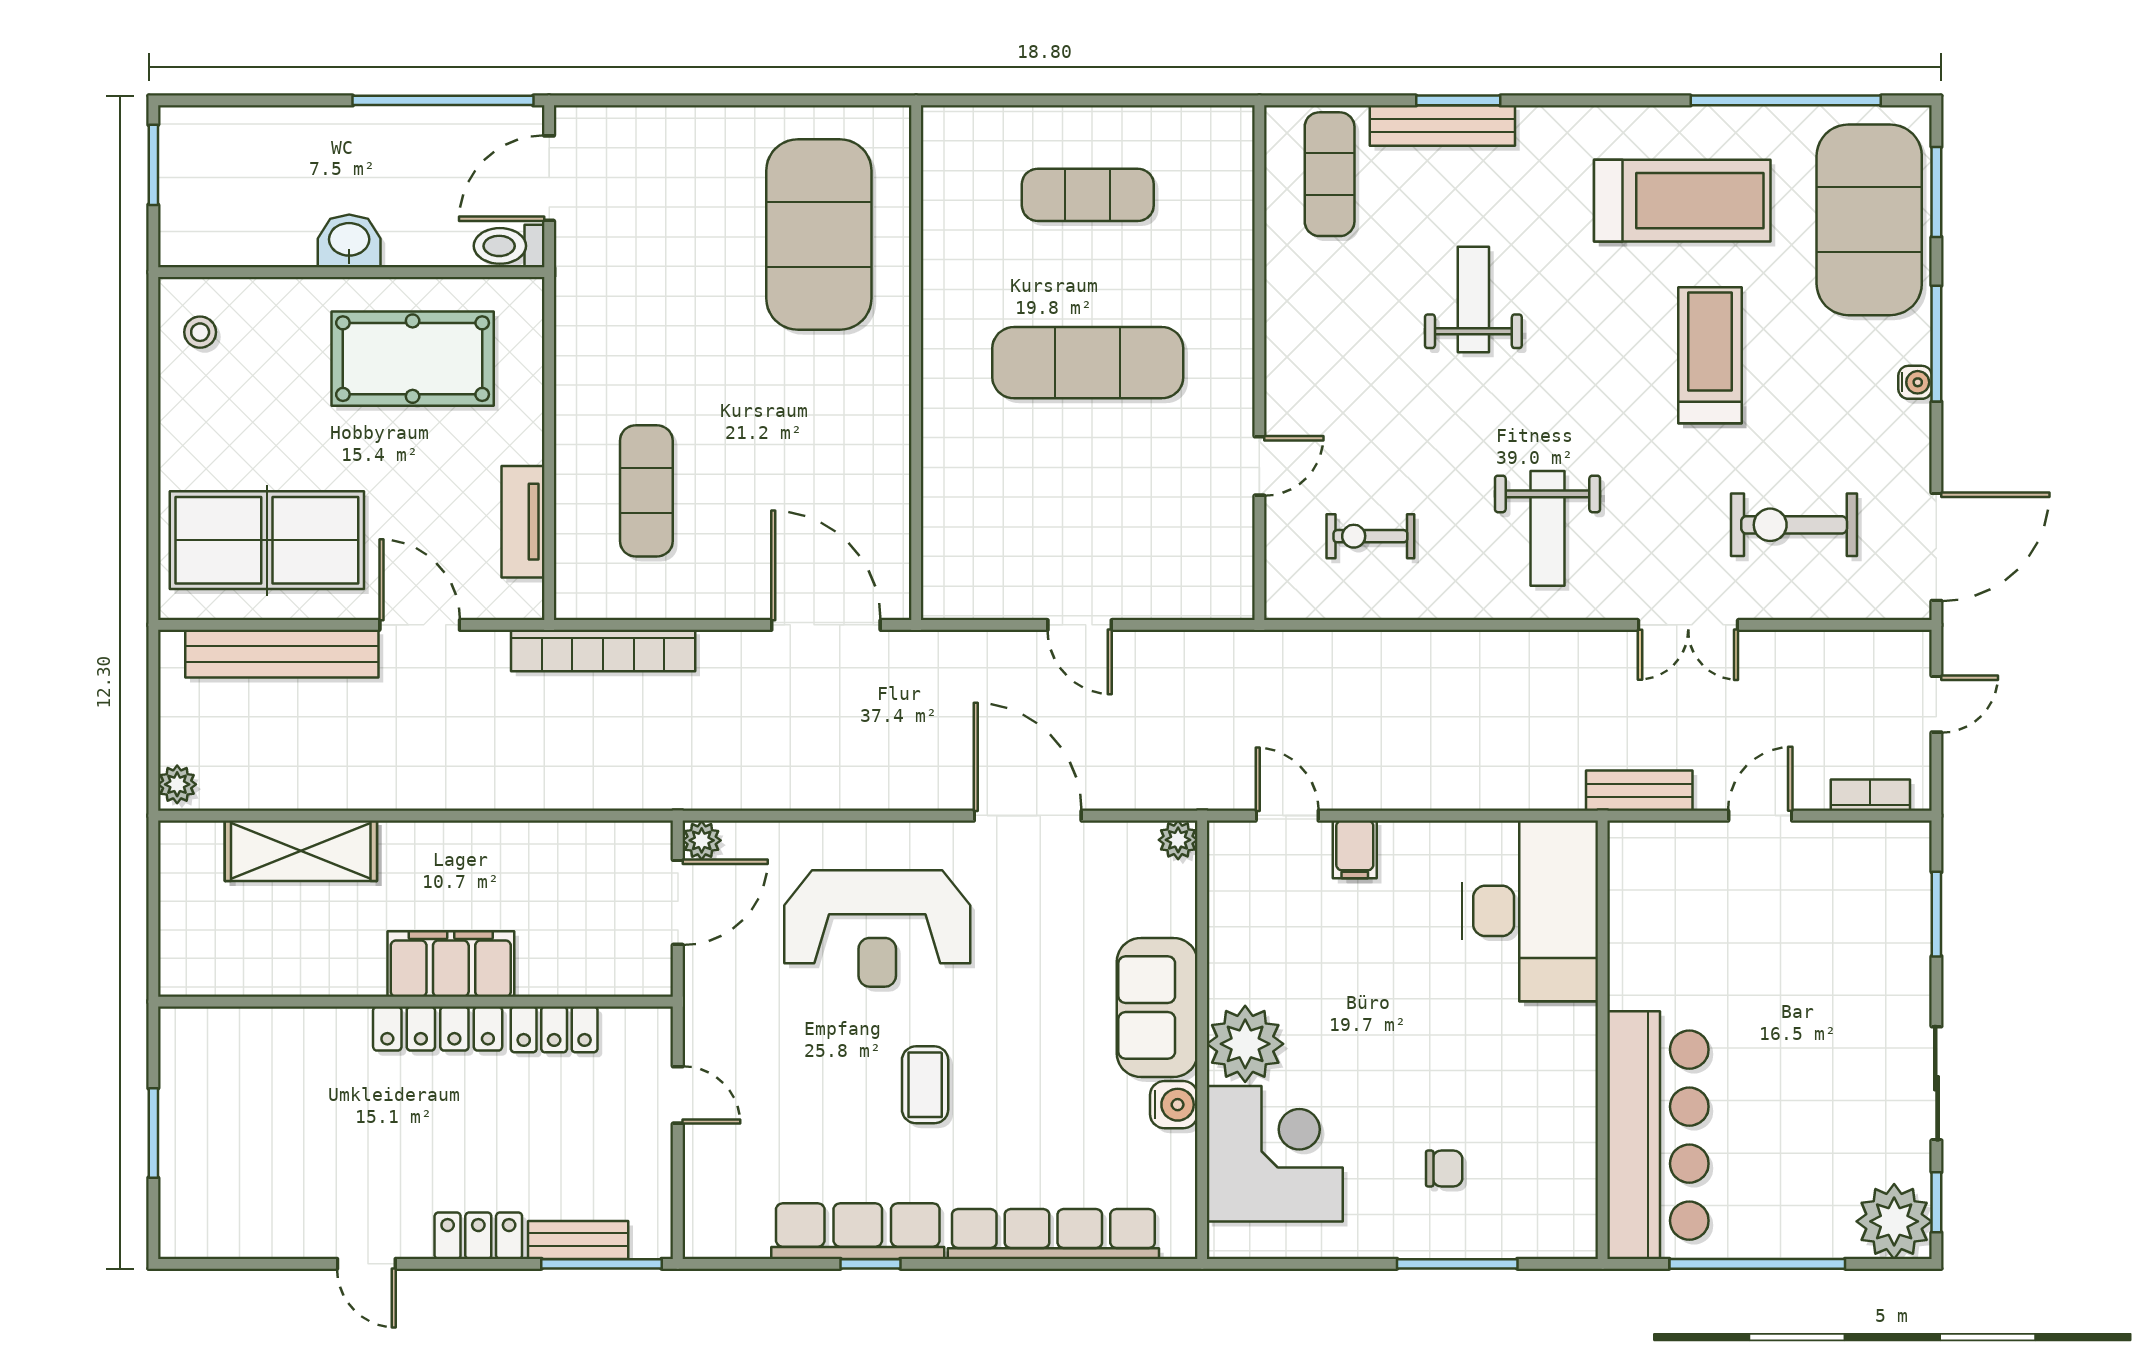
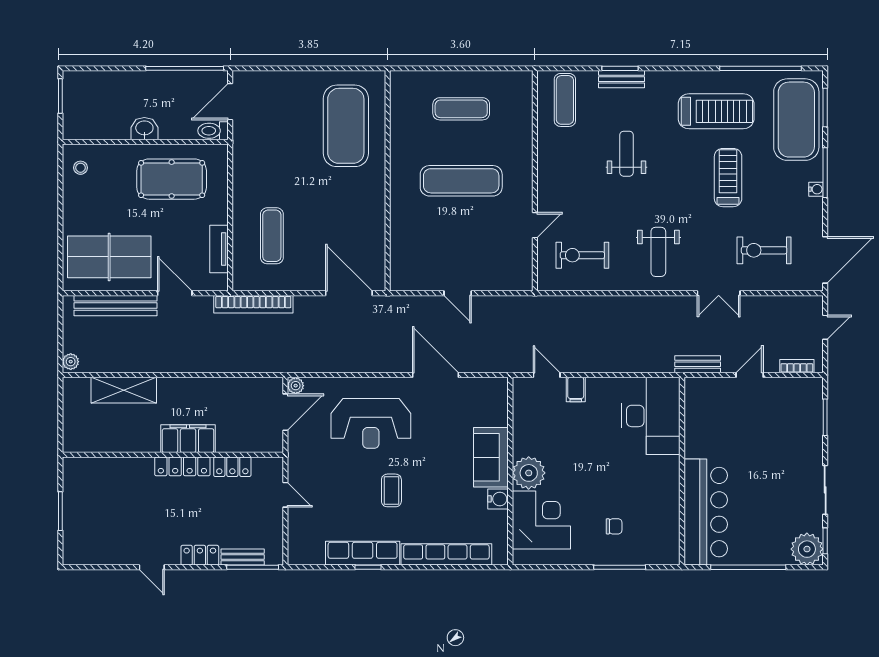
bench: (1442, 126) -> (622, 79), width x0.73
exercise bike: (1370, 536) -> (582, 255), width x1.38, depth x1.39
plant: (1178, 840) -> (500, 385), removed

